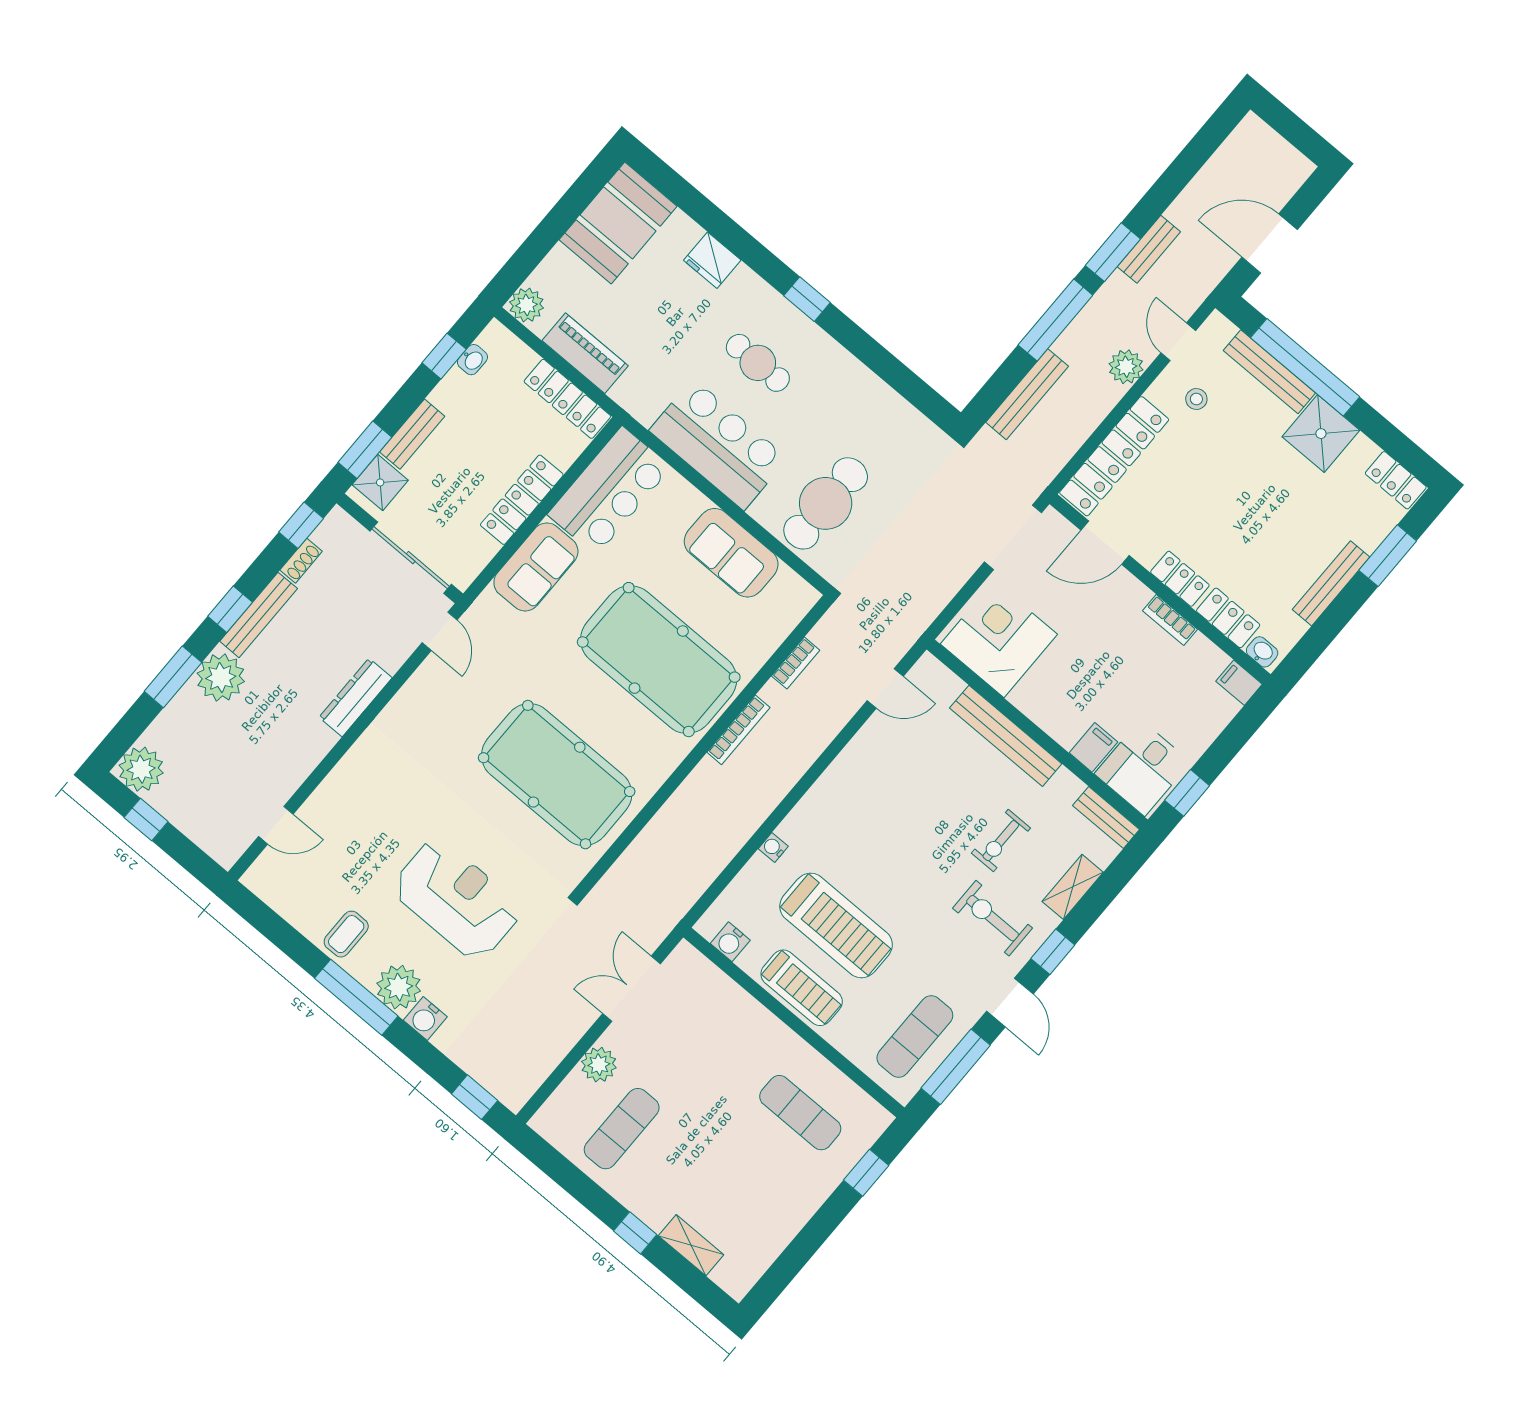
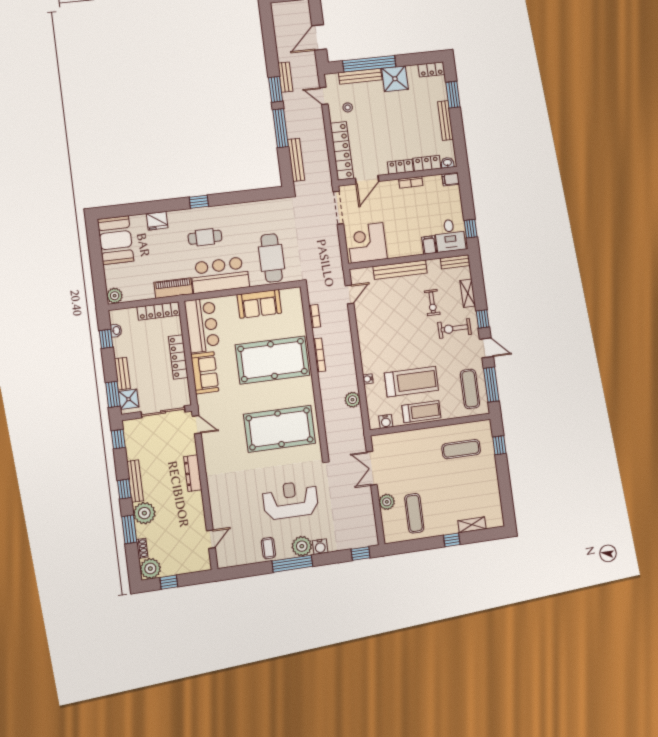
piano: (585, 353) -> (173, 288), moved
plant: (1126, 367) -> (352, 400), moved
shoe rack: (301, 561) -> (142, 548), moved

